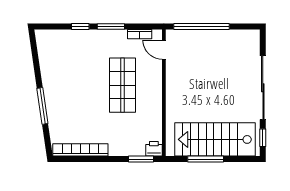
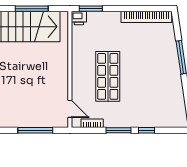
window: (202, 26) -> (35, 130), width x0.68

